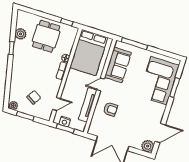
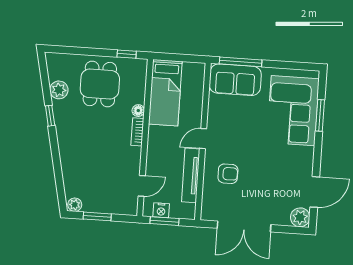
bed: (89, 53) -> (165, 93), width x0.67
sofa: (118, 65) -> (235, 80), moved, turned 90
chair: (34, 97) -> (104, 184), removed

